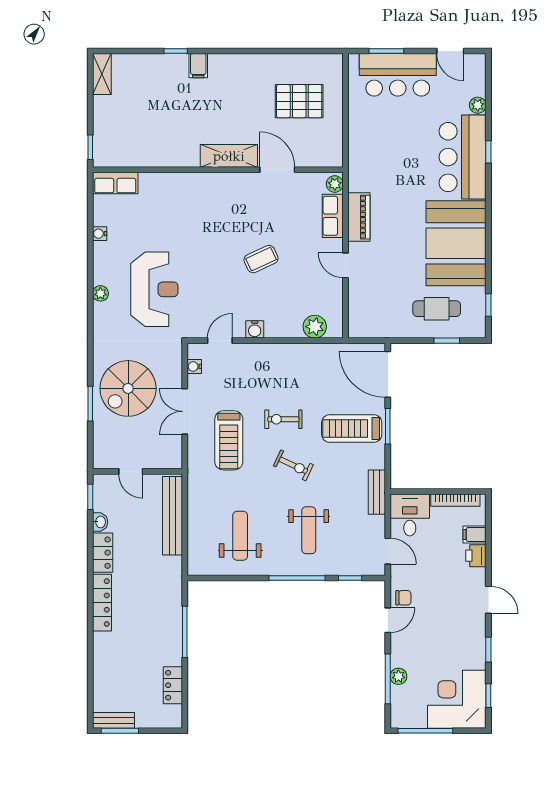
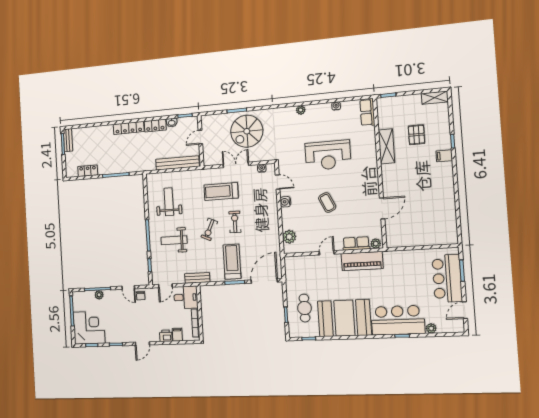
pallet: (299, 101) -> (416, 135), moved, width x0.67, depth x0.71
shelving: (229, 156) -> (386, 146), moved
piano: (359, 217) -> (362, 261), width x1.37, depth x1.33
reception desk: (154, 289) -> (328, 155), moved
spiral stairs: (128, 388) -> (247, 131), turned -90
weight bench: (240, 536) -> (169, 202), turned -90

